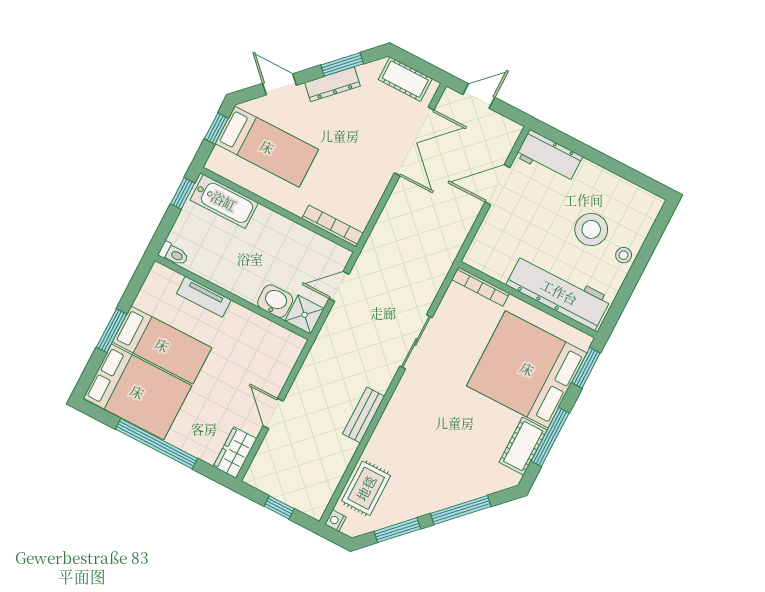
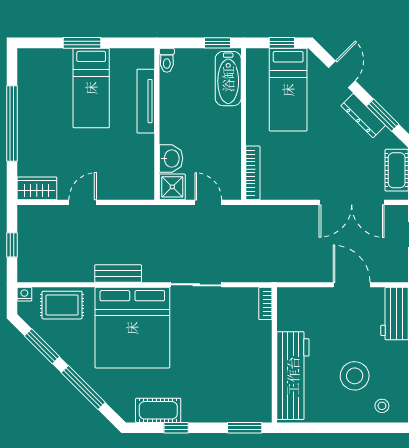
stool: (624, 255) -> (382, 406), moved
bookcase: (481, 286) -> (265, 303), width x0.64
tv unit: (204, 297) -> (146, 101), width x1.41
bed: (527, 369) -> (132, 328), moved, turned 180
bed: (137, 392) -> (45, 88), removed
window: (550, 437) -> (176, 428), width x0.46

